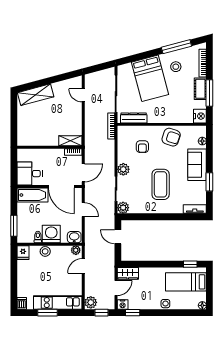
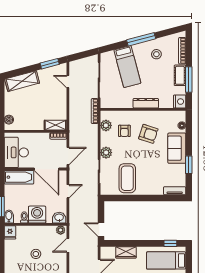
window: (176, 47) -> (141, 39), moved
window: (64, 77) -> (50, 64), added
bed: (150, 78) -> (127, 67), width x0.67
dresser: (134, 118) -> (146, 103), moved
boiler: (22, 135) -> (9, 120), added
armchair: (171, 137) -> (148, 134), moved
desk: (30, 174) -> (16, 152), width x1.37
coffee table: (161, 184) -> (127, 178), moved
plant: (123, 208) -> (106, 125), moved
door: (83, 210) -> (68, 191), hinge flipped
bidet: (22, 236) -> (9, 216), added
door: (118, 237) -> (101, 230), moved
stool: (45, 251) -> (36, 254), moved
wardrobe: (128, 273) -> (126, 252), moved

